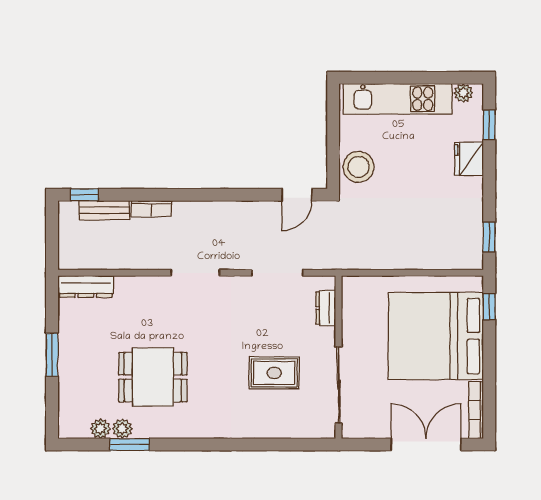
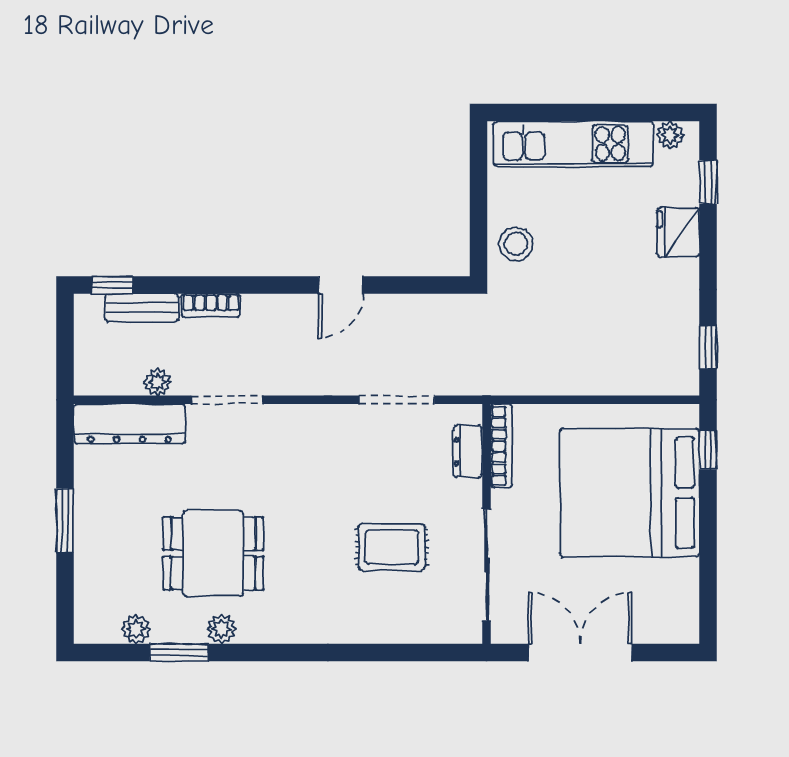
stool: (359, 167) -> (516, 244), width x0.73, depth x0.73
door: (297, 195) -> (341, 285), moved
plant: (115, 261) -> (158, 382), added
doorway: (195, 273) -> (227, 400), moved
dresser: (86, 286) -> (129, 424), width x1.37, depth x1.24
bookcase: (476, 410) -> (501, 446), moved, turned 180
plant: (122, 429) -> (221, 629), moved
double door: (426, 444) -> (580, 652), moved

